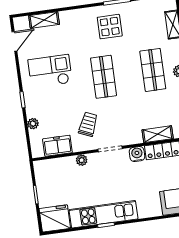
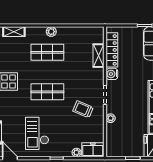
freezer: (57, 146) -> (93, 150), moved, turned 90

